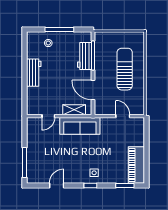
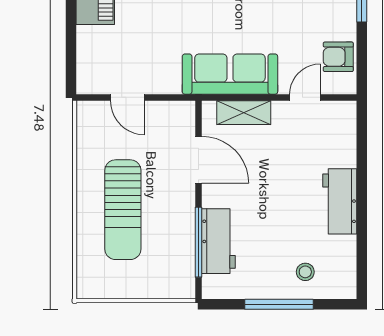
armchair: (34, 133) -> (338, 57), added

